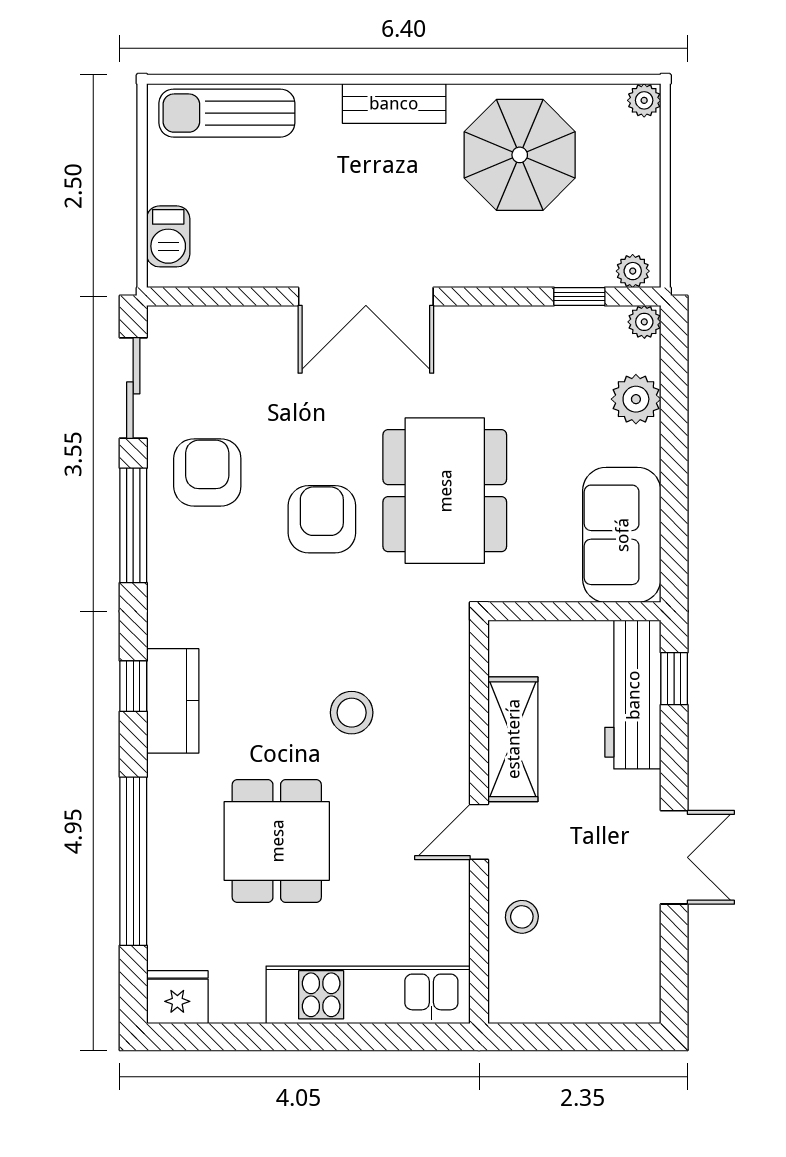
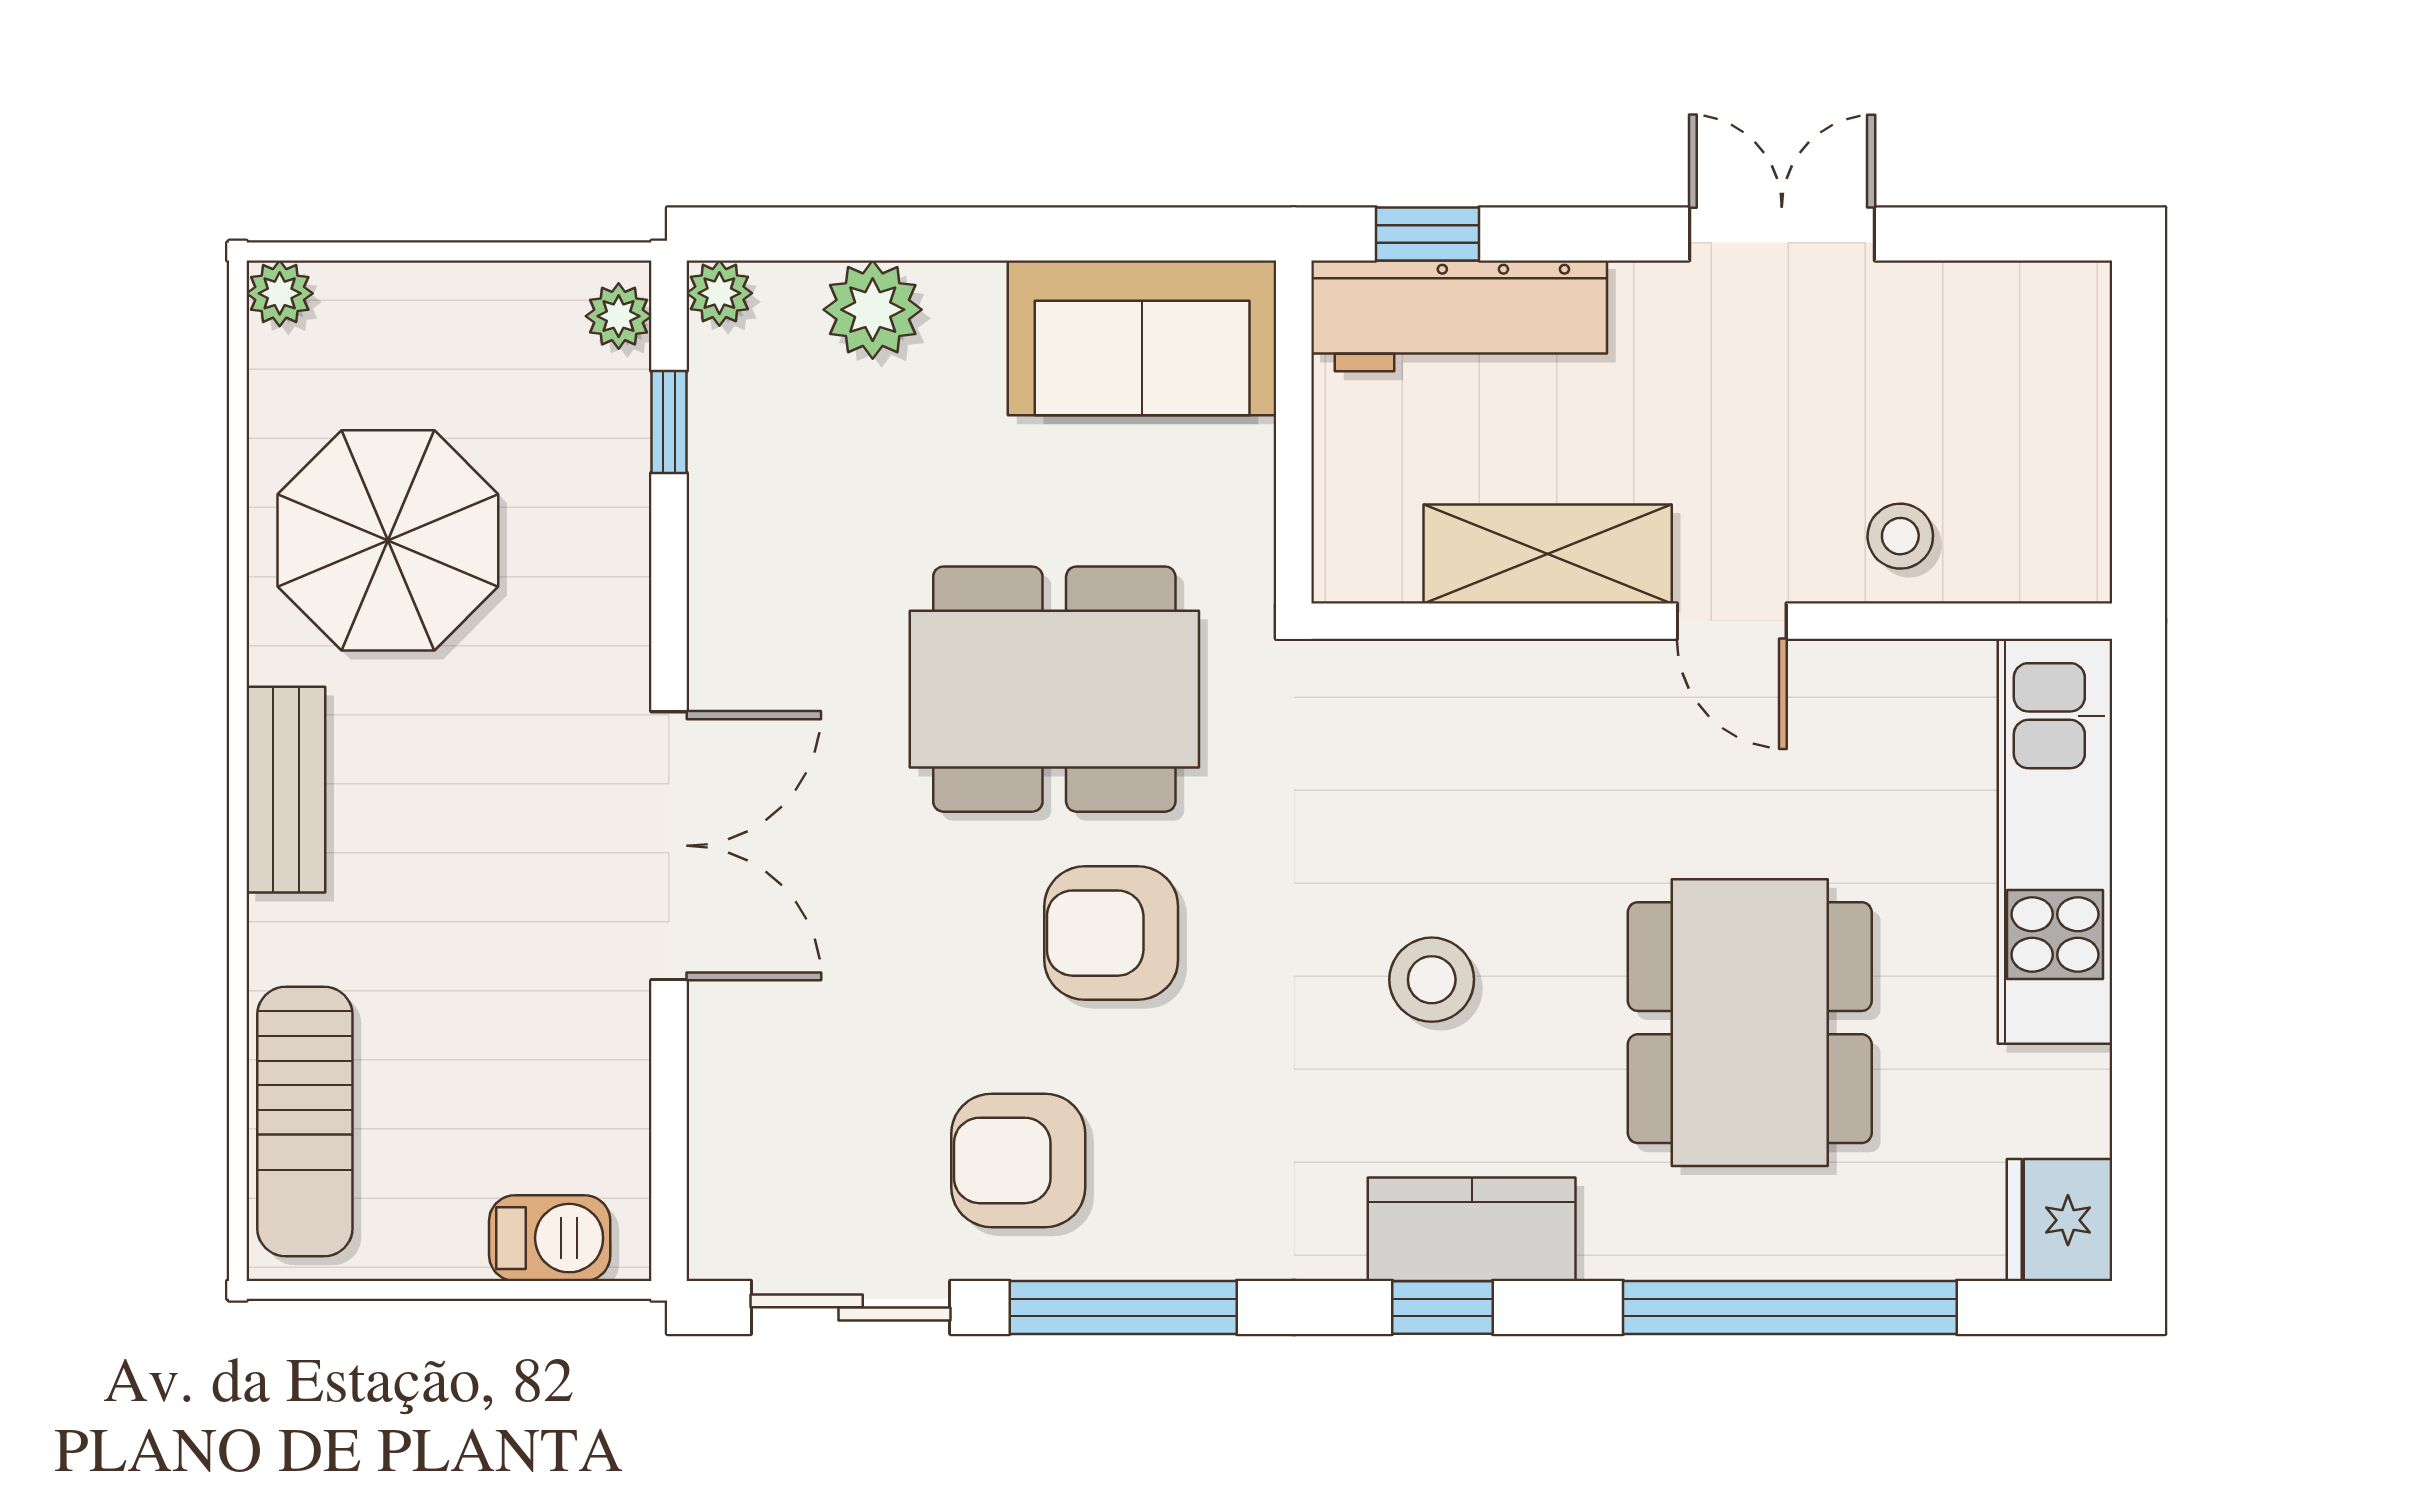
stool: (352, 713) -> (1432, 980), moved
dining table: (277, 841) -> (1750, 1023), width x1.38

